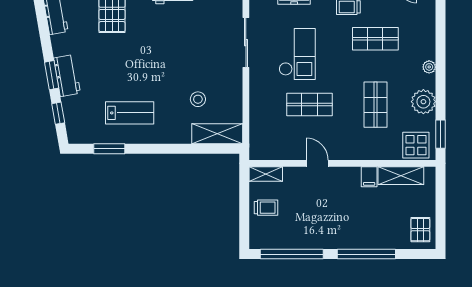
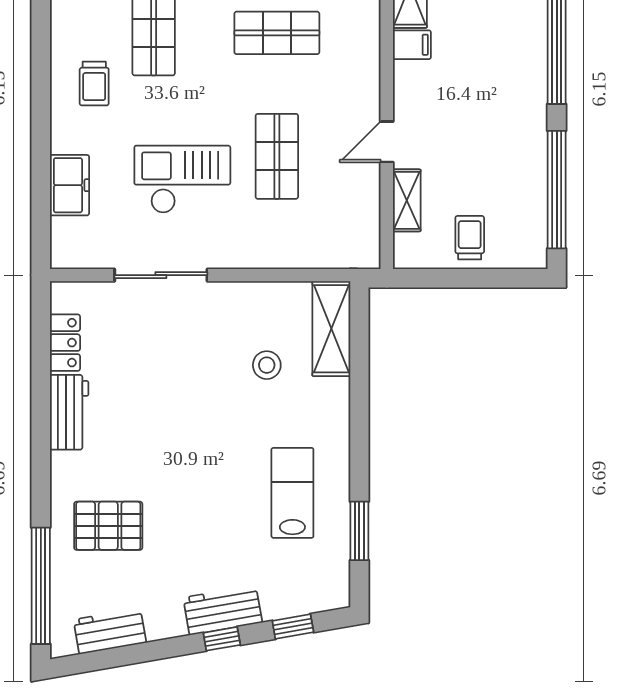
window: (52, 75) -> (222, 639), width x0.67
shelving: (266, 174) -> (407, 200), moved

